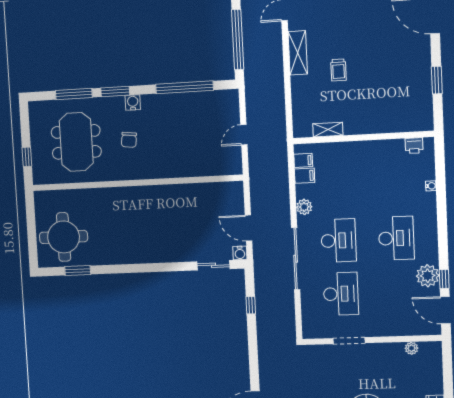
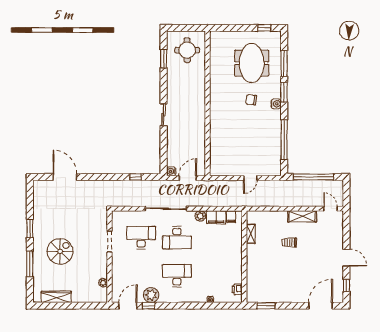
window: (437, 80) -> (266, 306), moved
door: (244, 135) -> (250, 178), swing flipped
meeting table: (76, 142) -> (252, 63), turned 90
window: (27, 157) -> (264, 28), moved
filing cabinet: (305, 176) -> (216, 217), width x2.00
wall: (137, 183) -> (208, 103), moved
round table: (64, 237) -> (187, 50), width x0.73, depth x0.73
desk: (396, 238) -> (177, 276), turned 180
sliding door: (213, 265) -> (164, 115), moved
desk: (341, 294) -> (141, 238), turned 180

